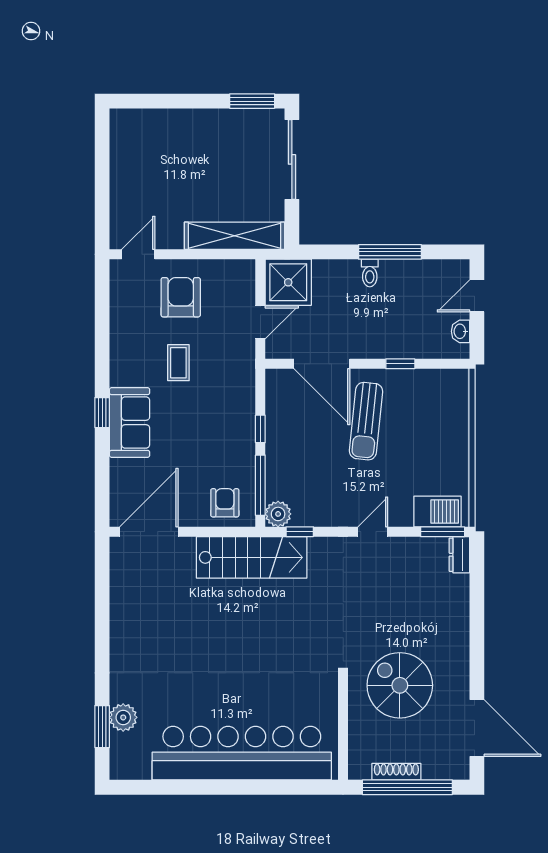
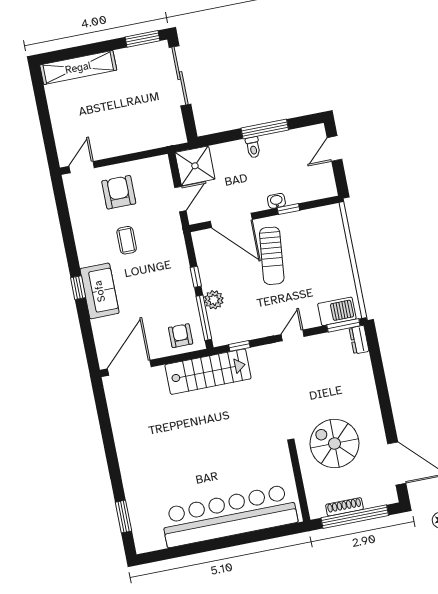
shelving: (235, 236) -> (78, 68), moved
washbasin: (460, 331) -> (276, 201), moved, turned 90
plant: (278, 514) -> (214, 300), moved
plant: (123, 717) -> (138, 507), removed

